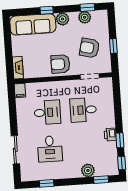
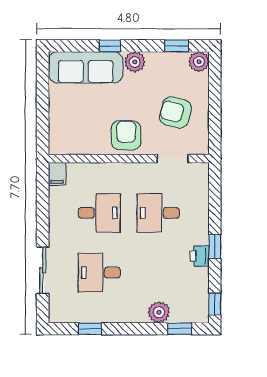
plant: (85, 17) -> (199, 62), moved
window: (113, 46) -> (215, 112), removed
armchair: (60, 64) -> (126, 135), turned 90
fireplace: (18, 68) -> (56, 136), removed
window: (120, 140) -> (215, 246), moved
desk: (50, 149) -> (99, 273), turned 90

